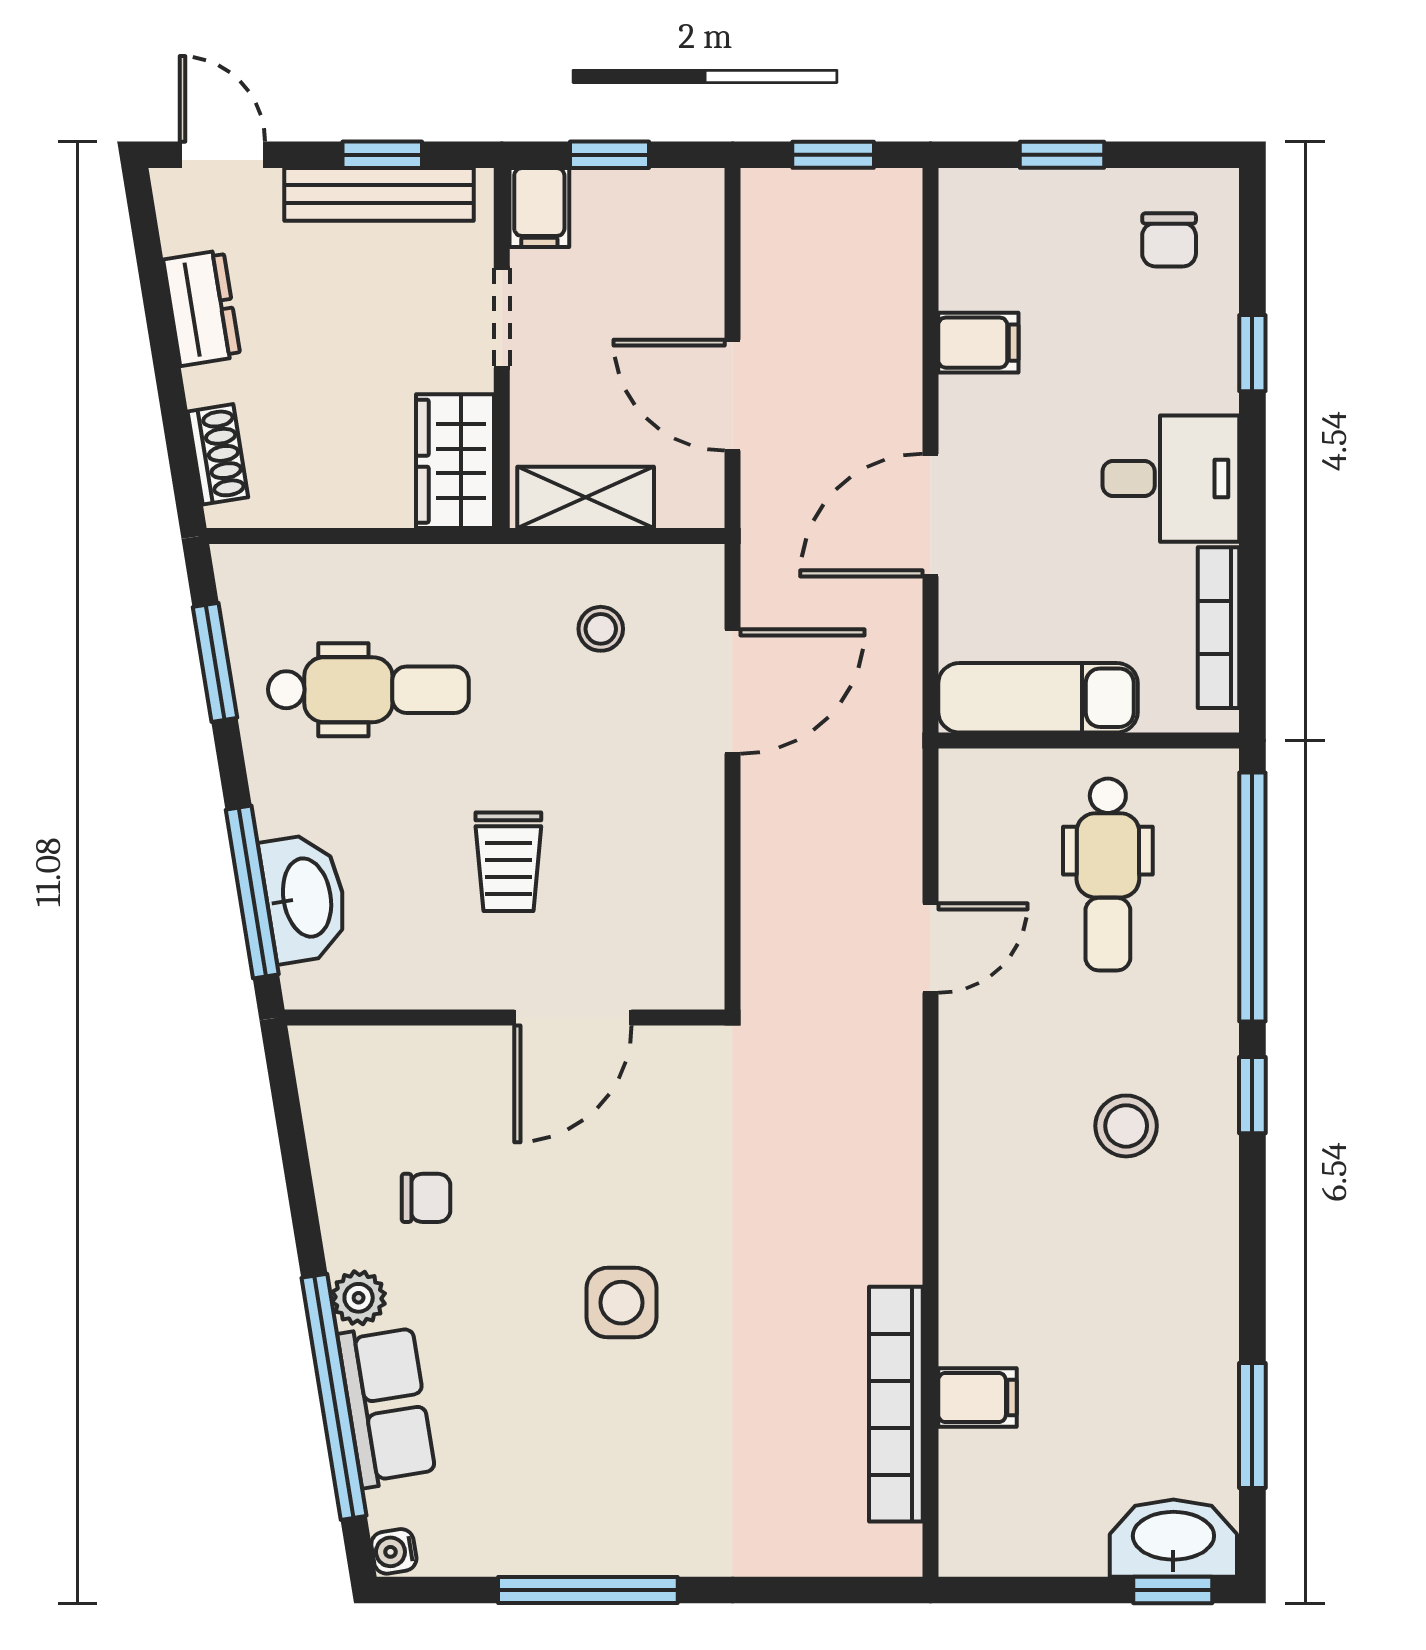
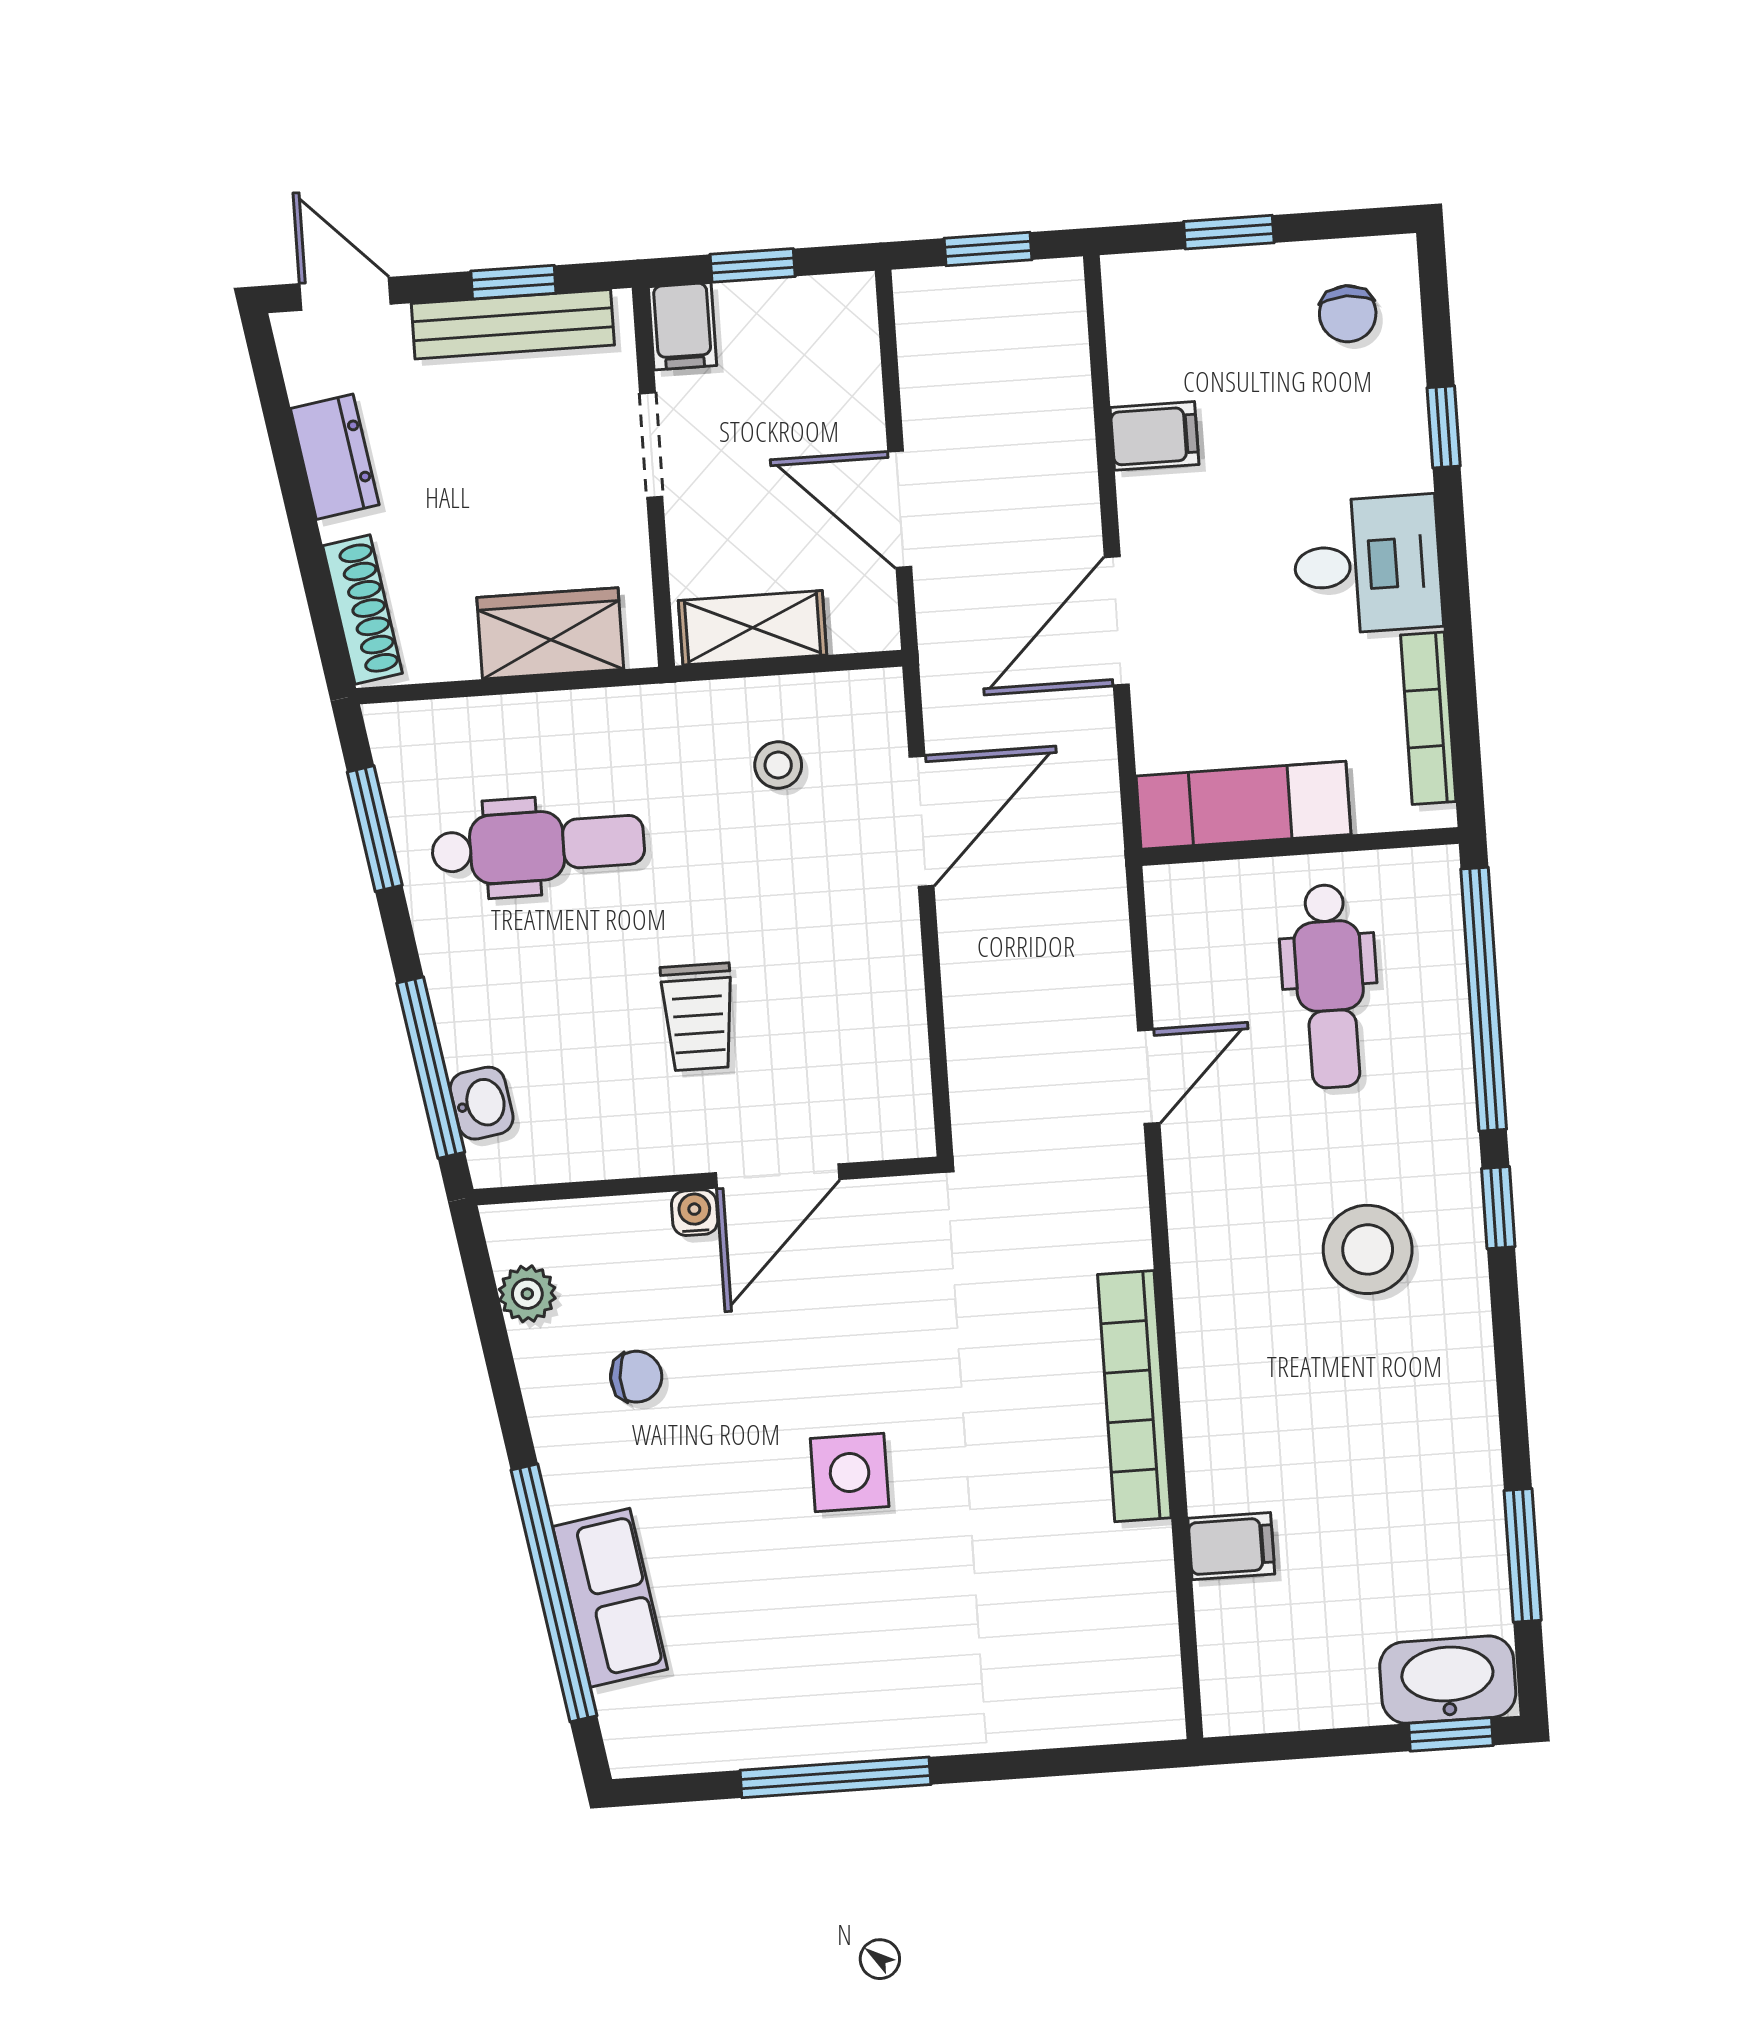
shoe rack: (218, 454) -> (362, 609), width x1.43
wardrobe: (455, 461) -> (550, 633), moved, turned 90
washbasin: (305, 898) -> (482, 1103), width x0.52, depth x0.69
stool: (1126, 1126) -> (1368, 1249), width x1.38, depth x1.38
plant: (359, 1298) -> (527, 1294), moved
bookcase: (896, 1404) -> (1134, 1396), moved
water cooler: (394, 1551) -> (695, 1213), moved, turned 99

